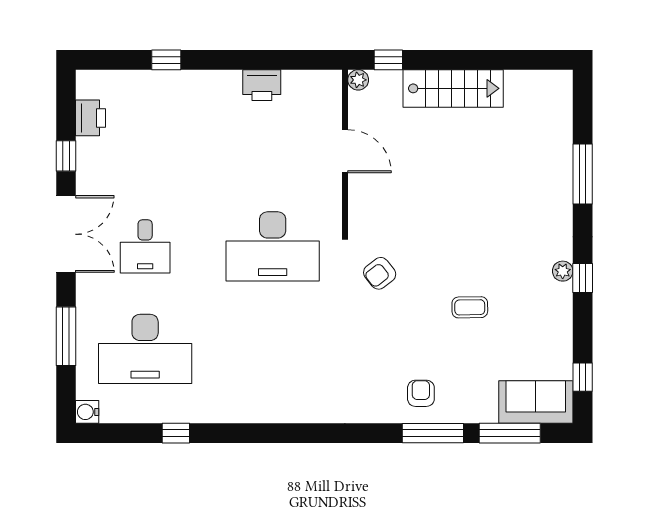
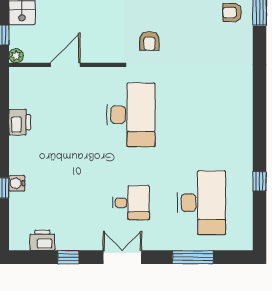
double door: (66, 234) -> (122, 257), width x0.73
armchair: (380, 273) -> (149, 41), turned 38
water cooler: (87, 412) -> (17, 183), moved, turned 90

